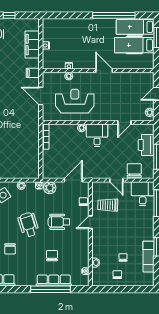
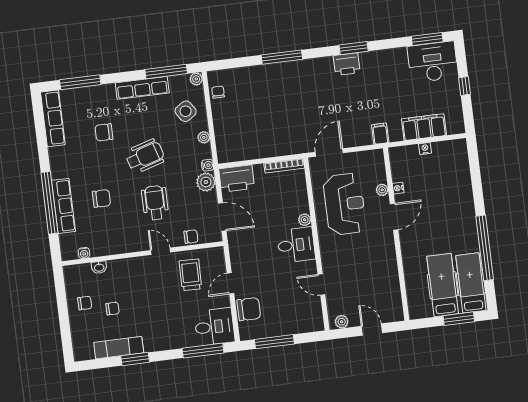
door: (104, 71) -> (394, 217), moved
door: (41, 96) -> (329, 152), moved
printer: (146, 145) -> (237, 179), moved, turned 180

